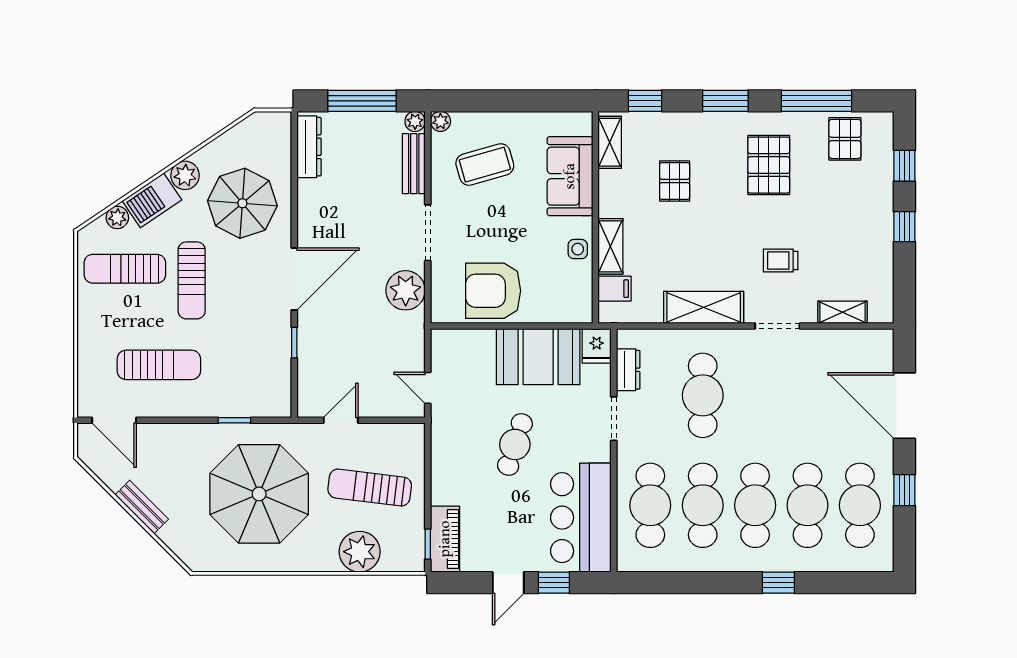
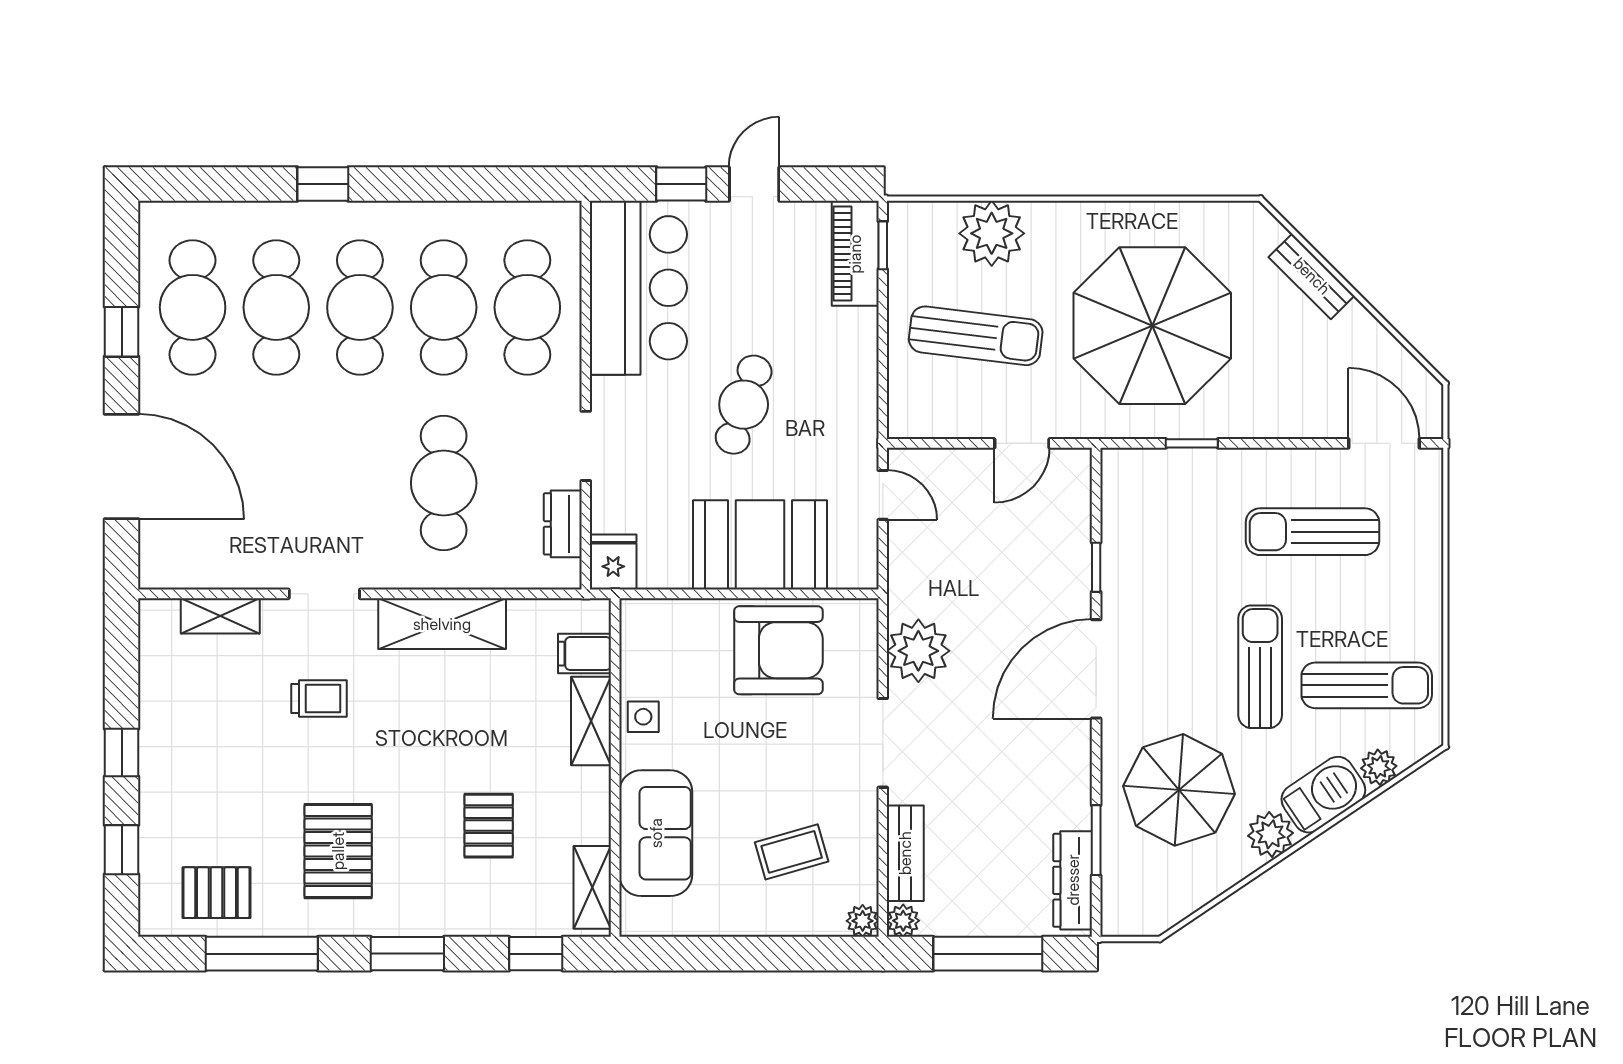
pallet: (845, 139) -> (217, 893), turned 90
coffee table: (485, 165) -> (792, 852), width x0.73, depth x0.77
window: (294, 172) -> (1096, 840), added
booth: (538, 357) -> (760, 545), moved
bench: (142, 507) -> (1312, 276), moved

